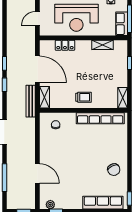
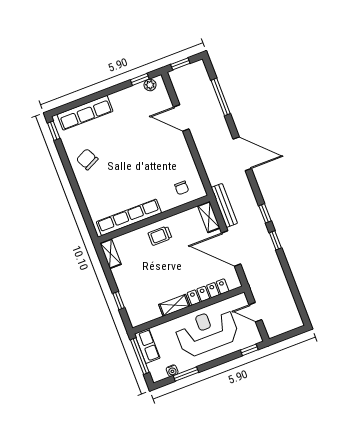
door: (37, 19) -> (255, 312), swing flipped
locker: (65, 45) -> (208, 292), width x1.53
shelving: (102, 45) -> (174, 305), moved

